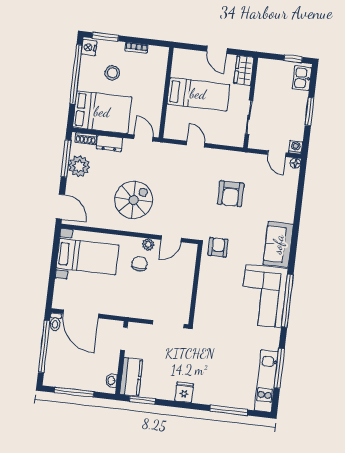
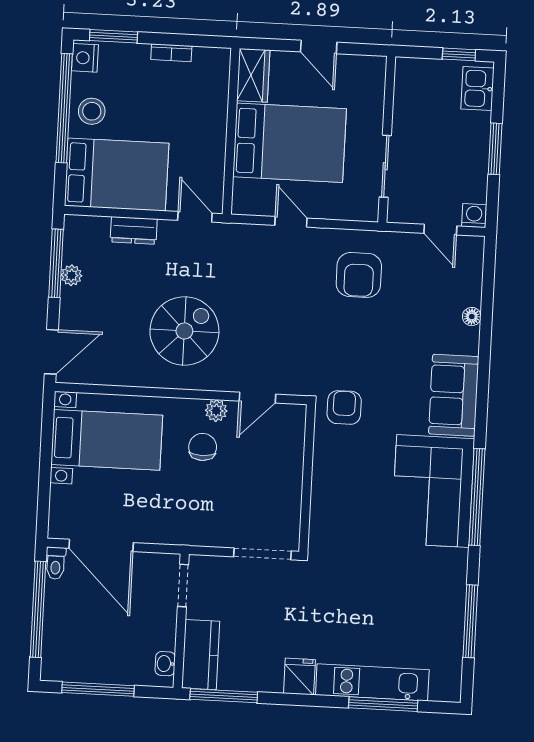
wardrobe: (244, 70) -> (253, 75), moved, turned 180
stool: (112, 73) -> (92, 111), moved
bed: (198, 94) -> (290, 143), width x1.50
shoe rack: (86, 139) -> (90, 225), removed
floor lamp: (295, 163) -> (472, 317), moved
plant: (79, 166) -> (71, 275), width x0.53, depth x0.53
armchair: (231, 194) -> (359, 275), moved
door: (60, 207) -> (51, 352), hinge flipped
kitchen unit: (266, 381) -> (372, 682), moved, turned 90
window: (142, 400) -> (224, 696), width x1.44

